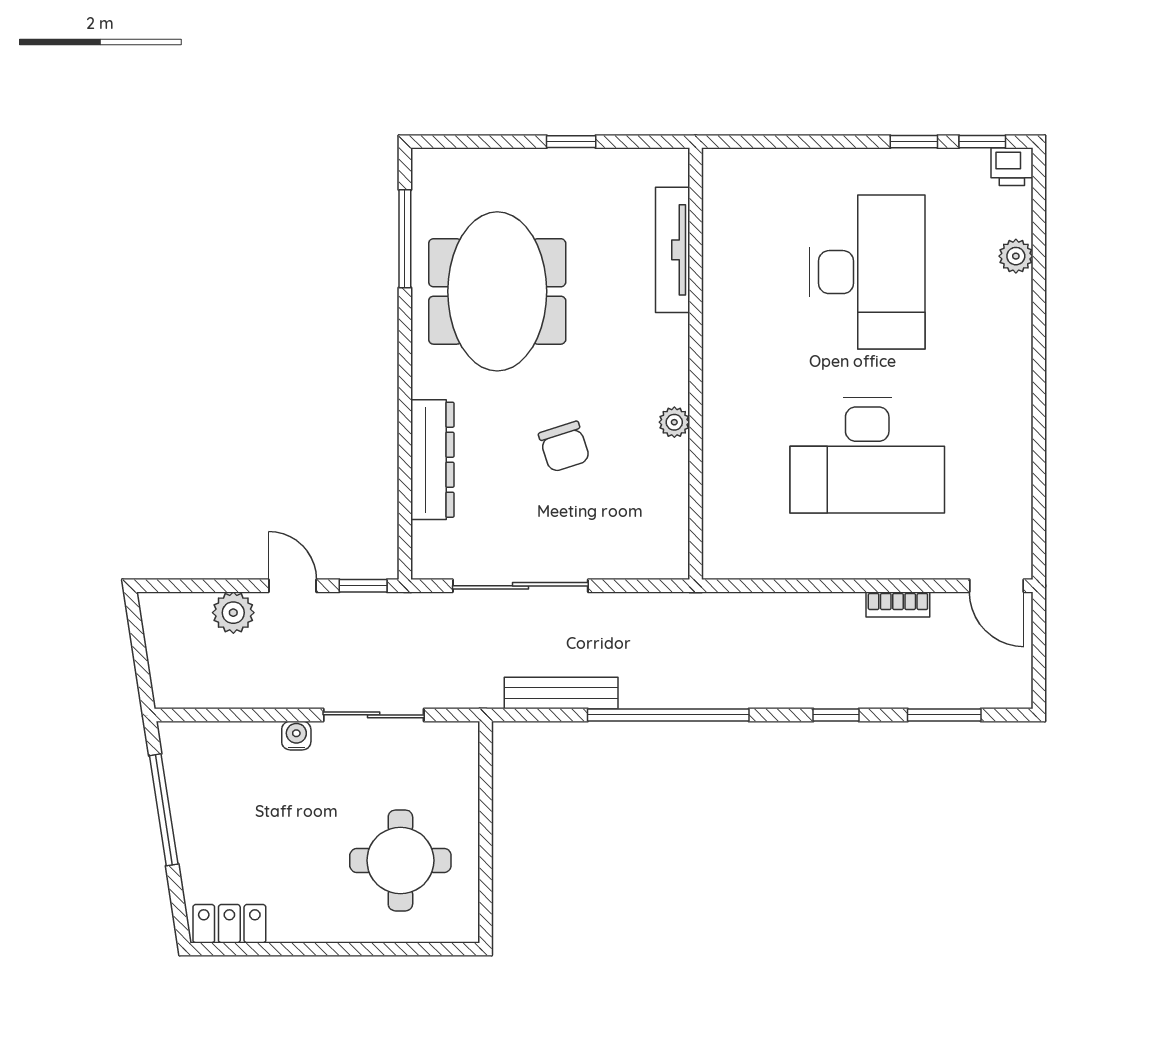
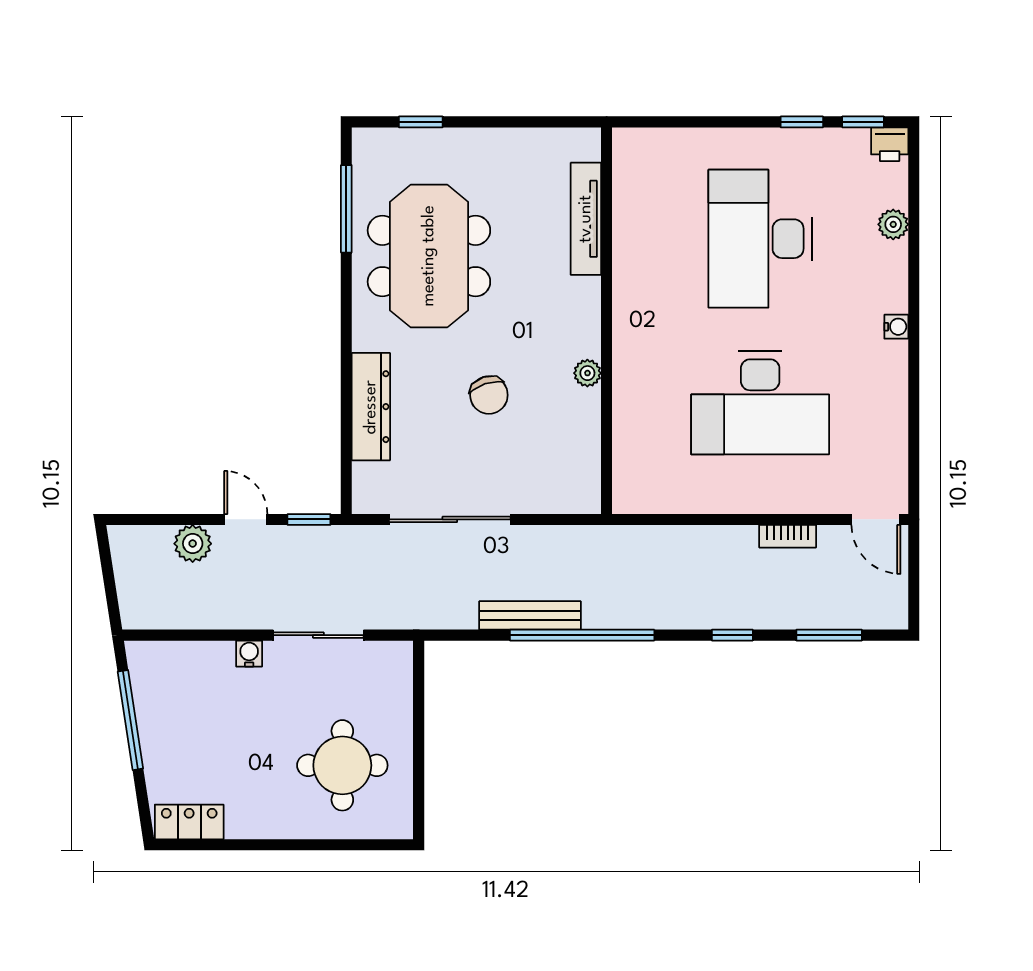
window: (571, 142) -> (421, 122), moved
desk: (867, 272) -> (760, 239), turned 180
water cooler: (1019, 370) -> (896, 327), added
bench: (561, 693) -> (530, 615), moved

